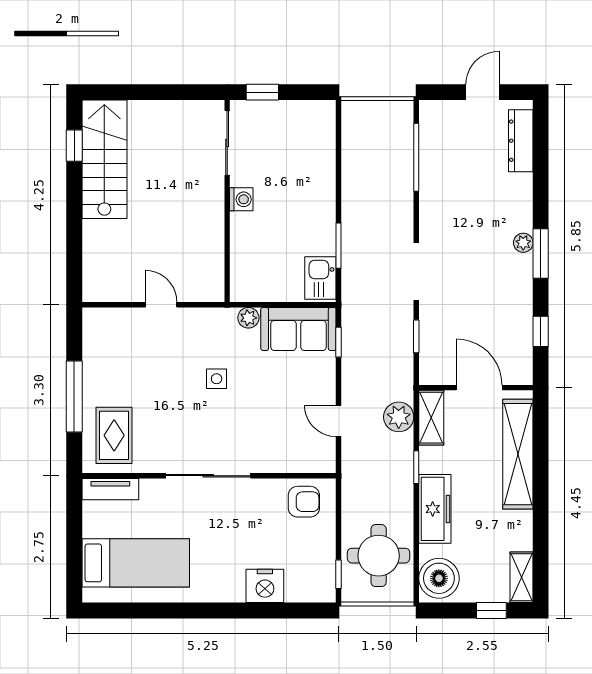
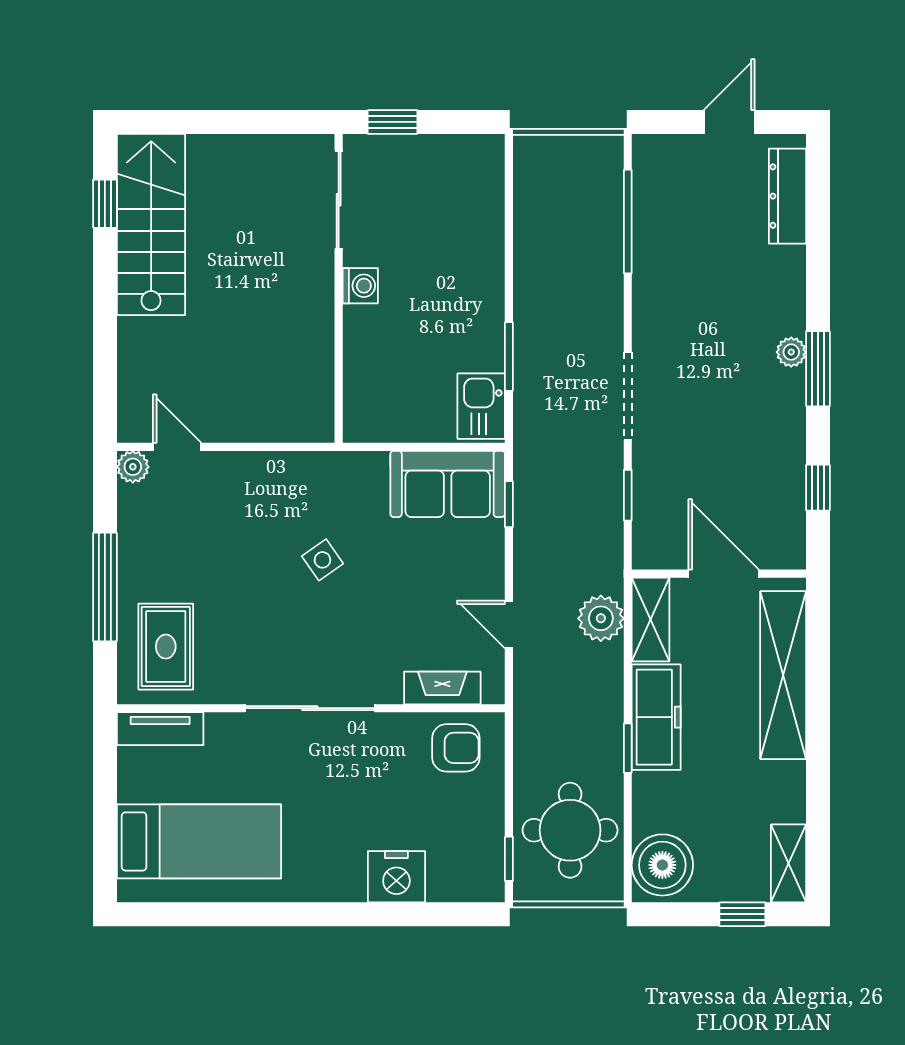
door: (161, 305) -> (177, 447), moved
plant: (248, 318) -> (133, 467), moved
side table: (217, 379) -> (322, 560), turned -35
fireplace: (295, 462) -> (442, 688), added
window: (416, 467) -> (628, 748), moved
freezer: (435, 509) -> (656, 717), moved

